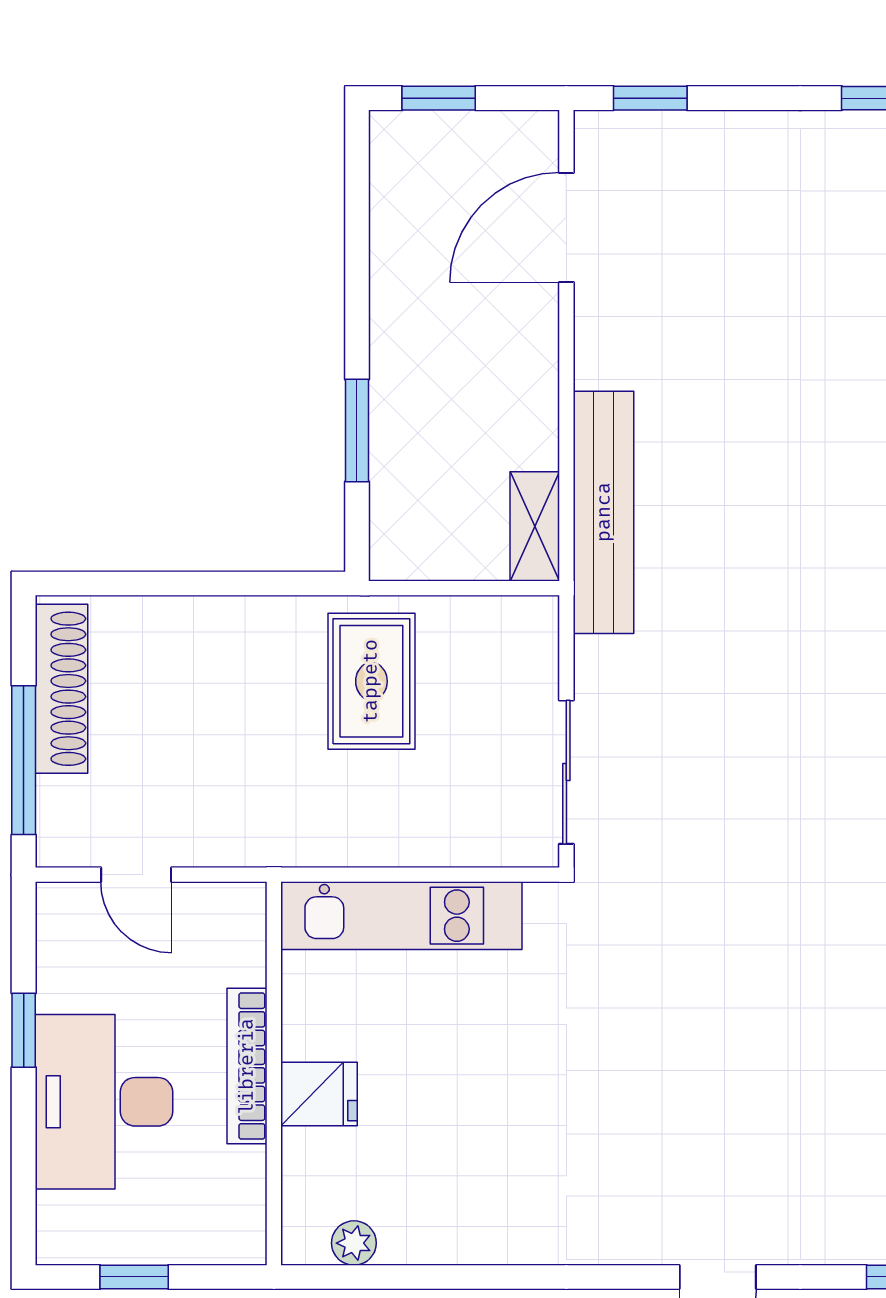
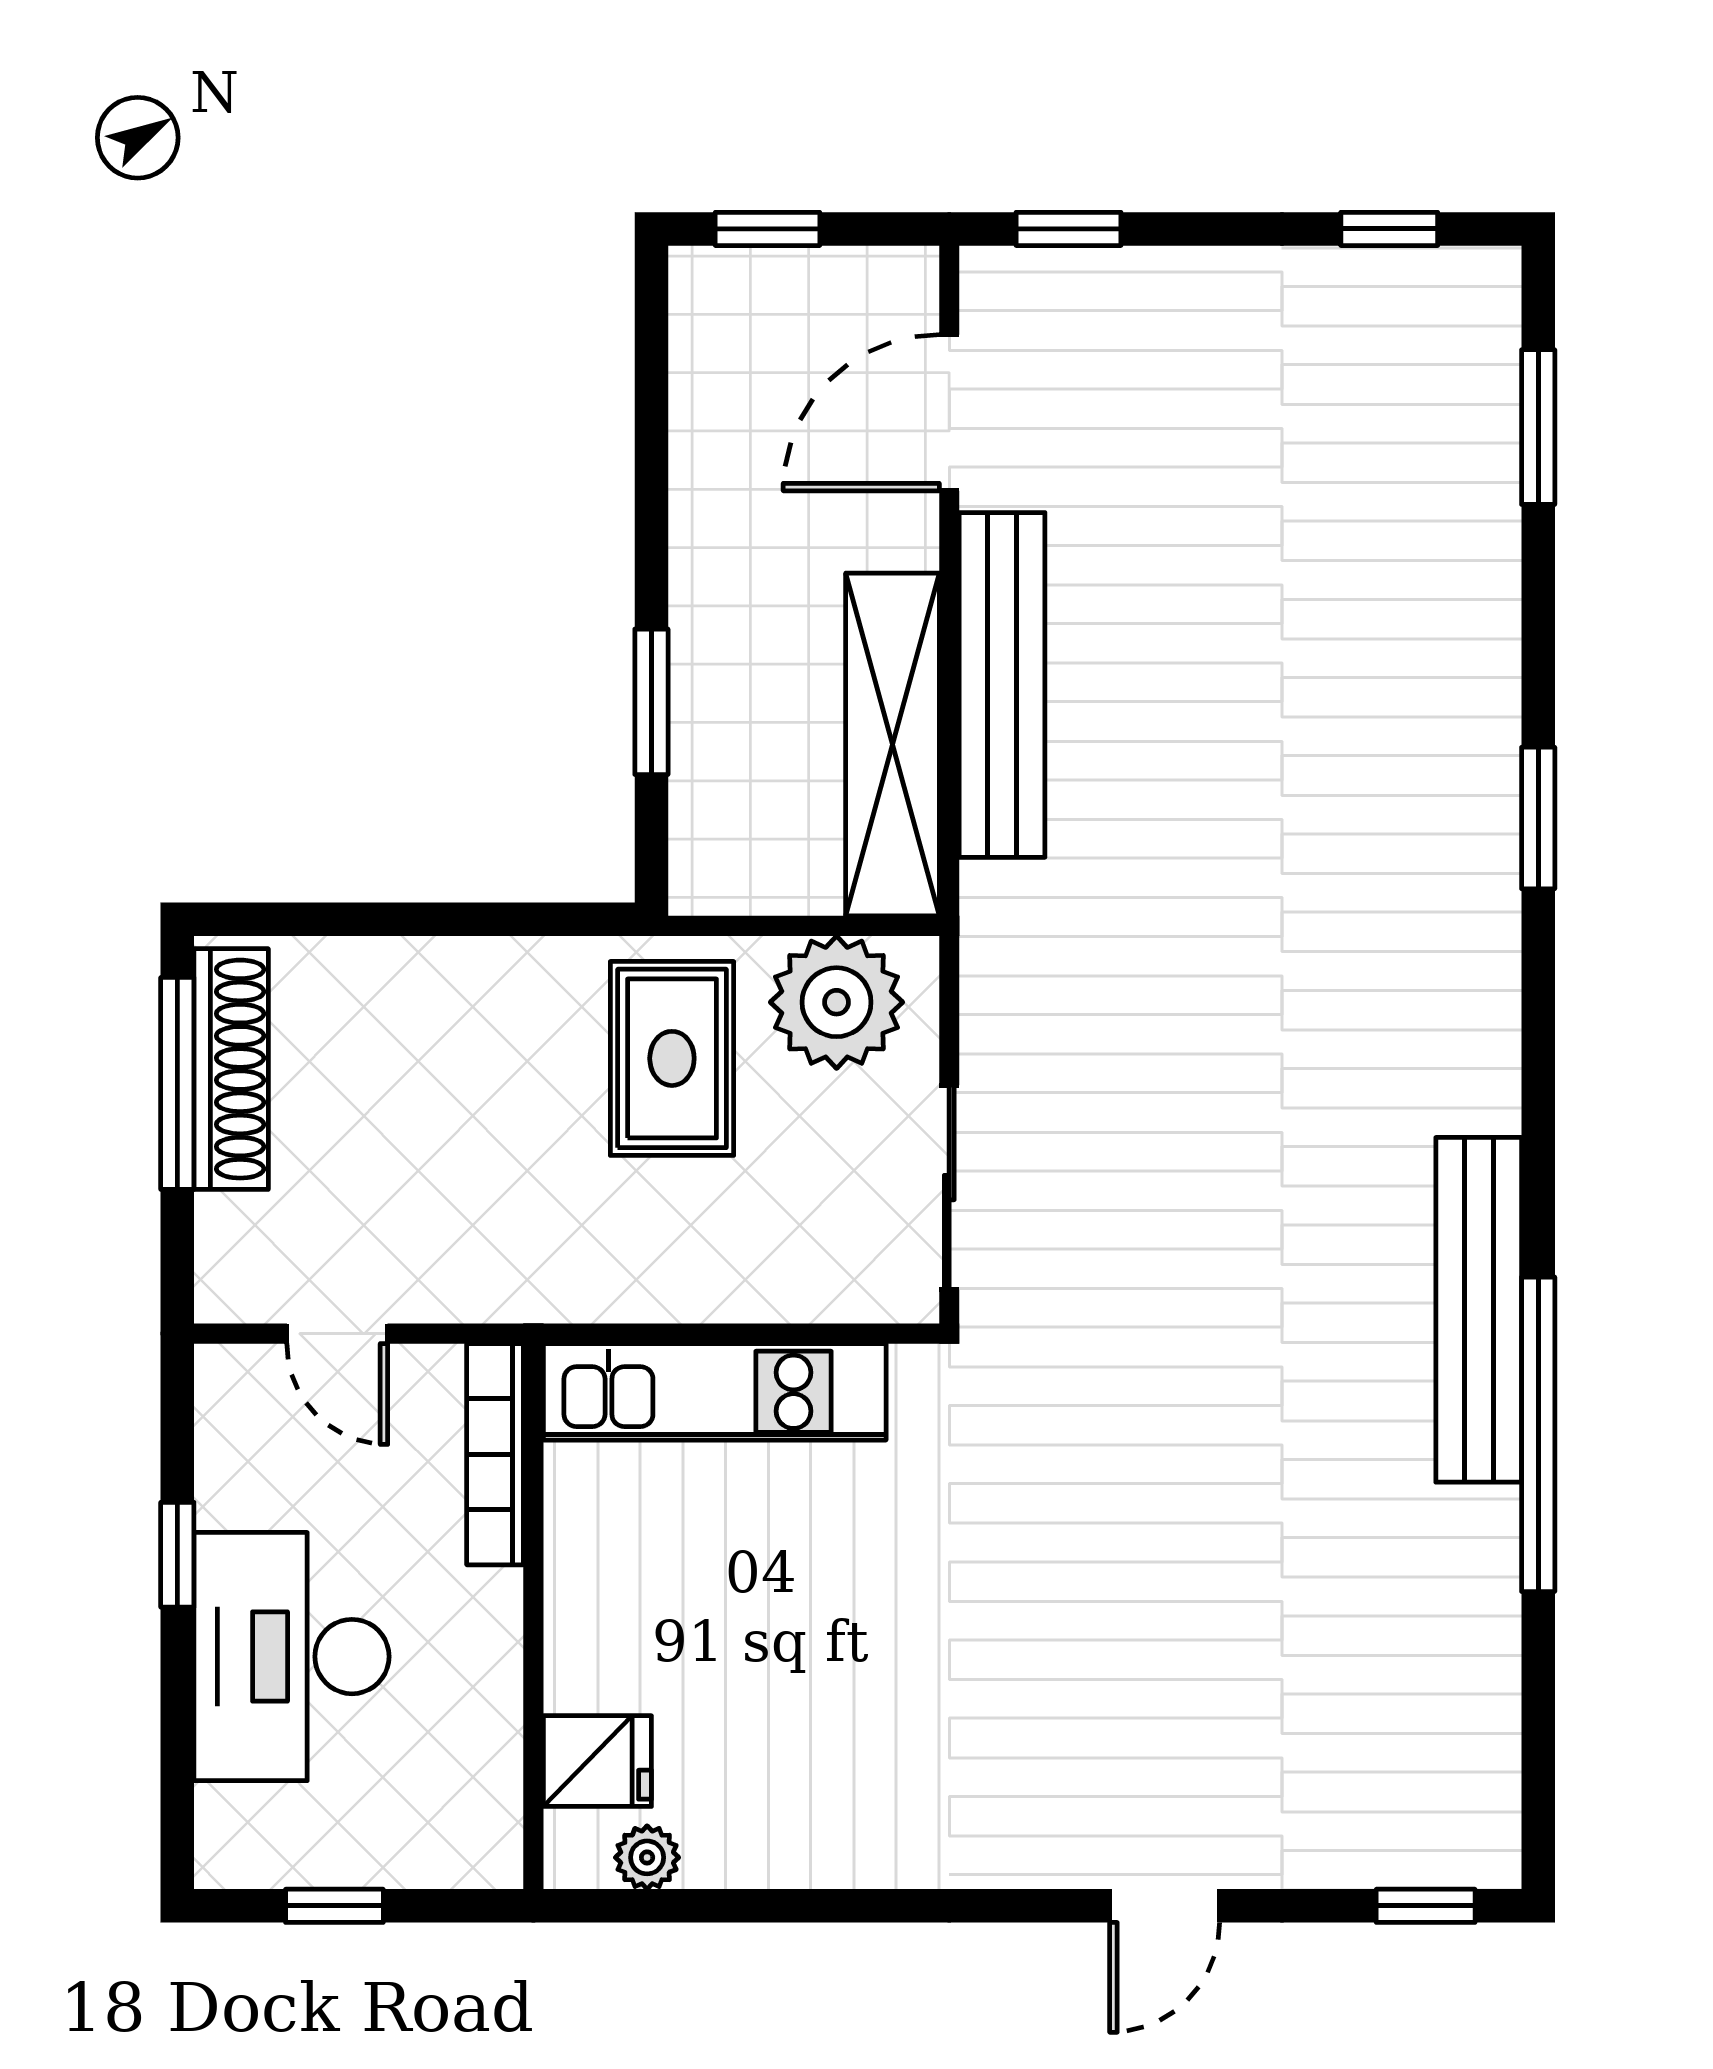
bench: (604, 512) -> (1002, 685), moved
shelving: (535, 526) -> (892, 744), width x2.20, depth x1.33
plant: (487, 642) -> (837, 1002), added
window: (24, 760) -> (177, 1083), moved
bookcase: (247, 1066) -> (495, 1454), moved
fridge: (319, 1094) -> (597, 1761), moved

